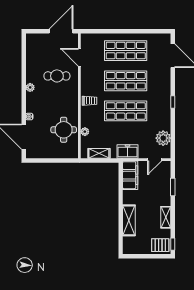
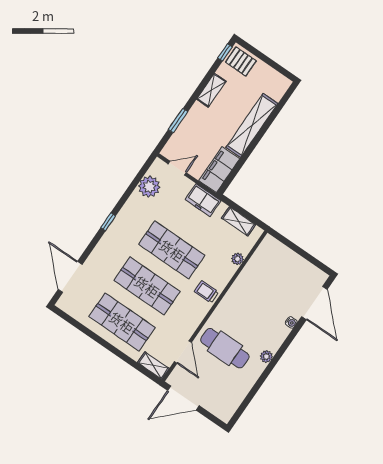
shelving: (91, 38) -> (153, 366), added
cafe table: (57, 76) -> (225, 348), width x1.37, depth x1.35
round table: (64, 130) -> (261, 279), removed
shelving: (129, 220) -> (252, 125), width x1.47

